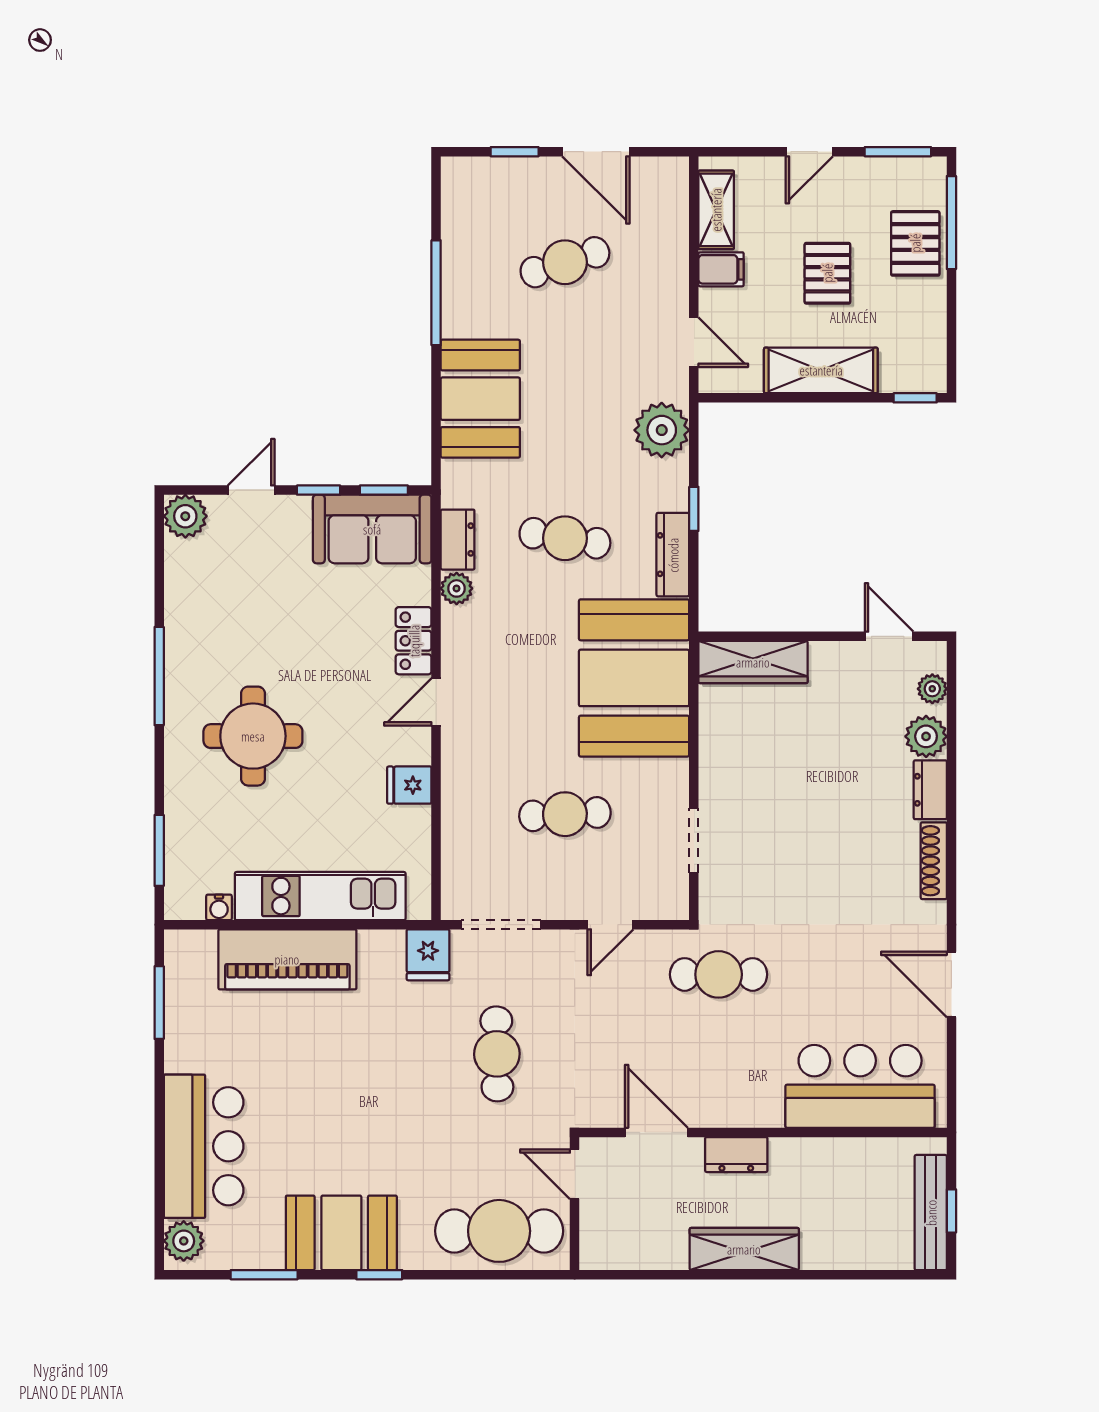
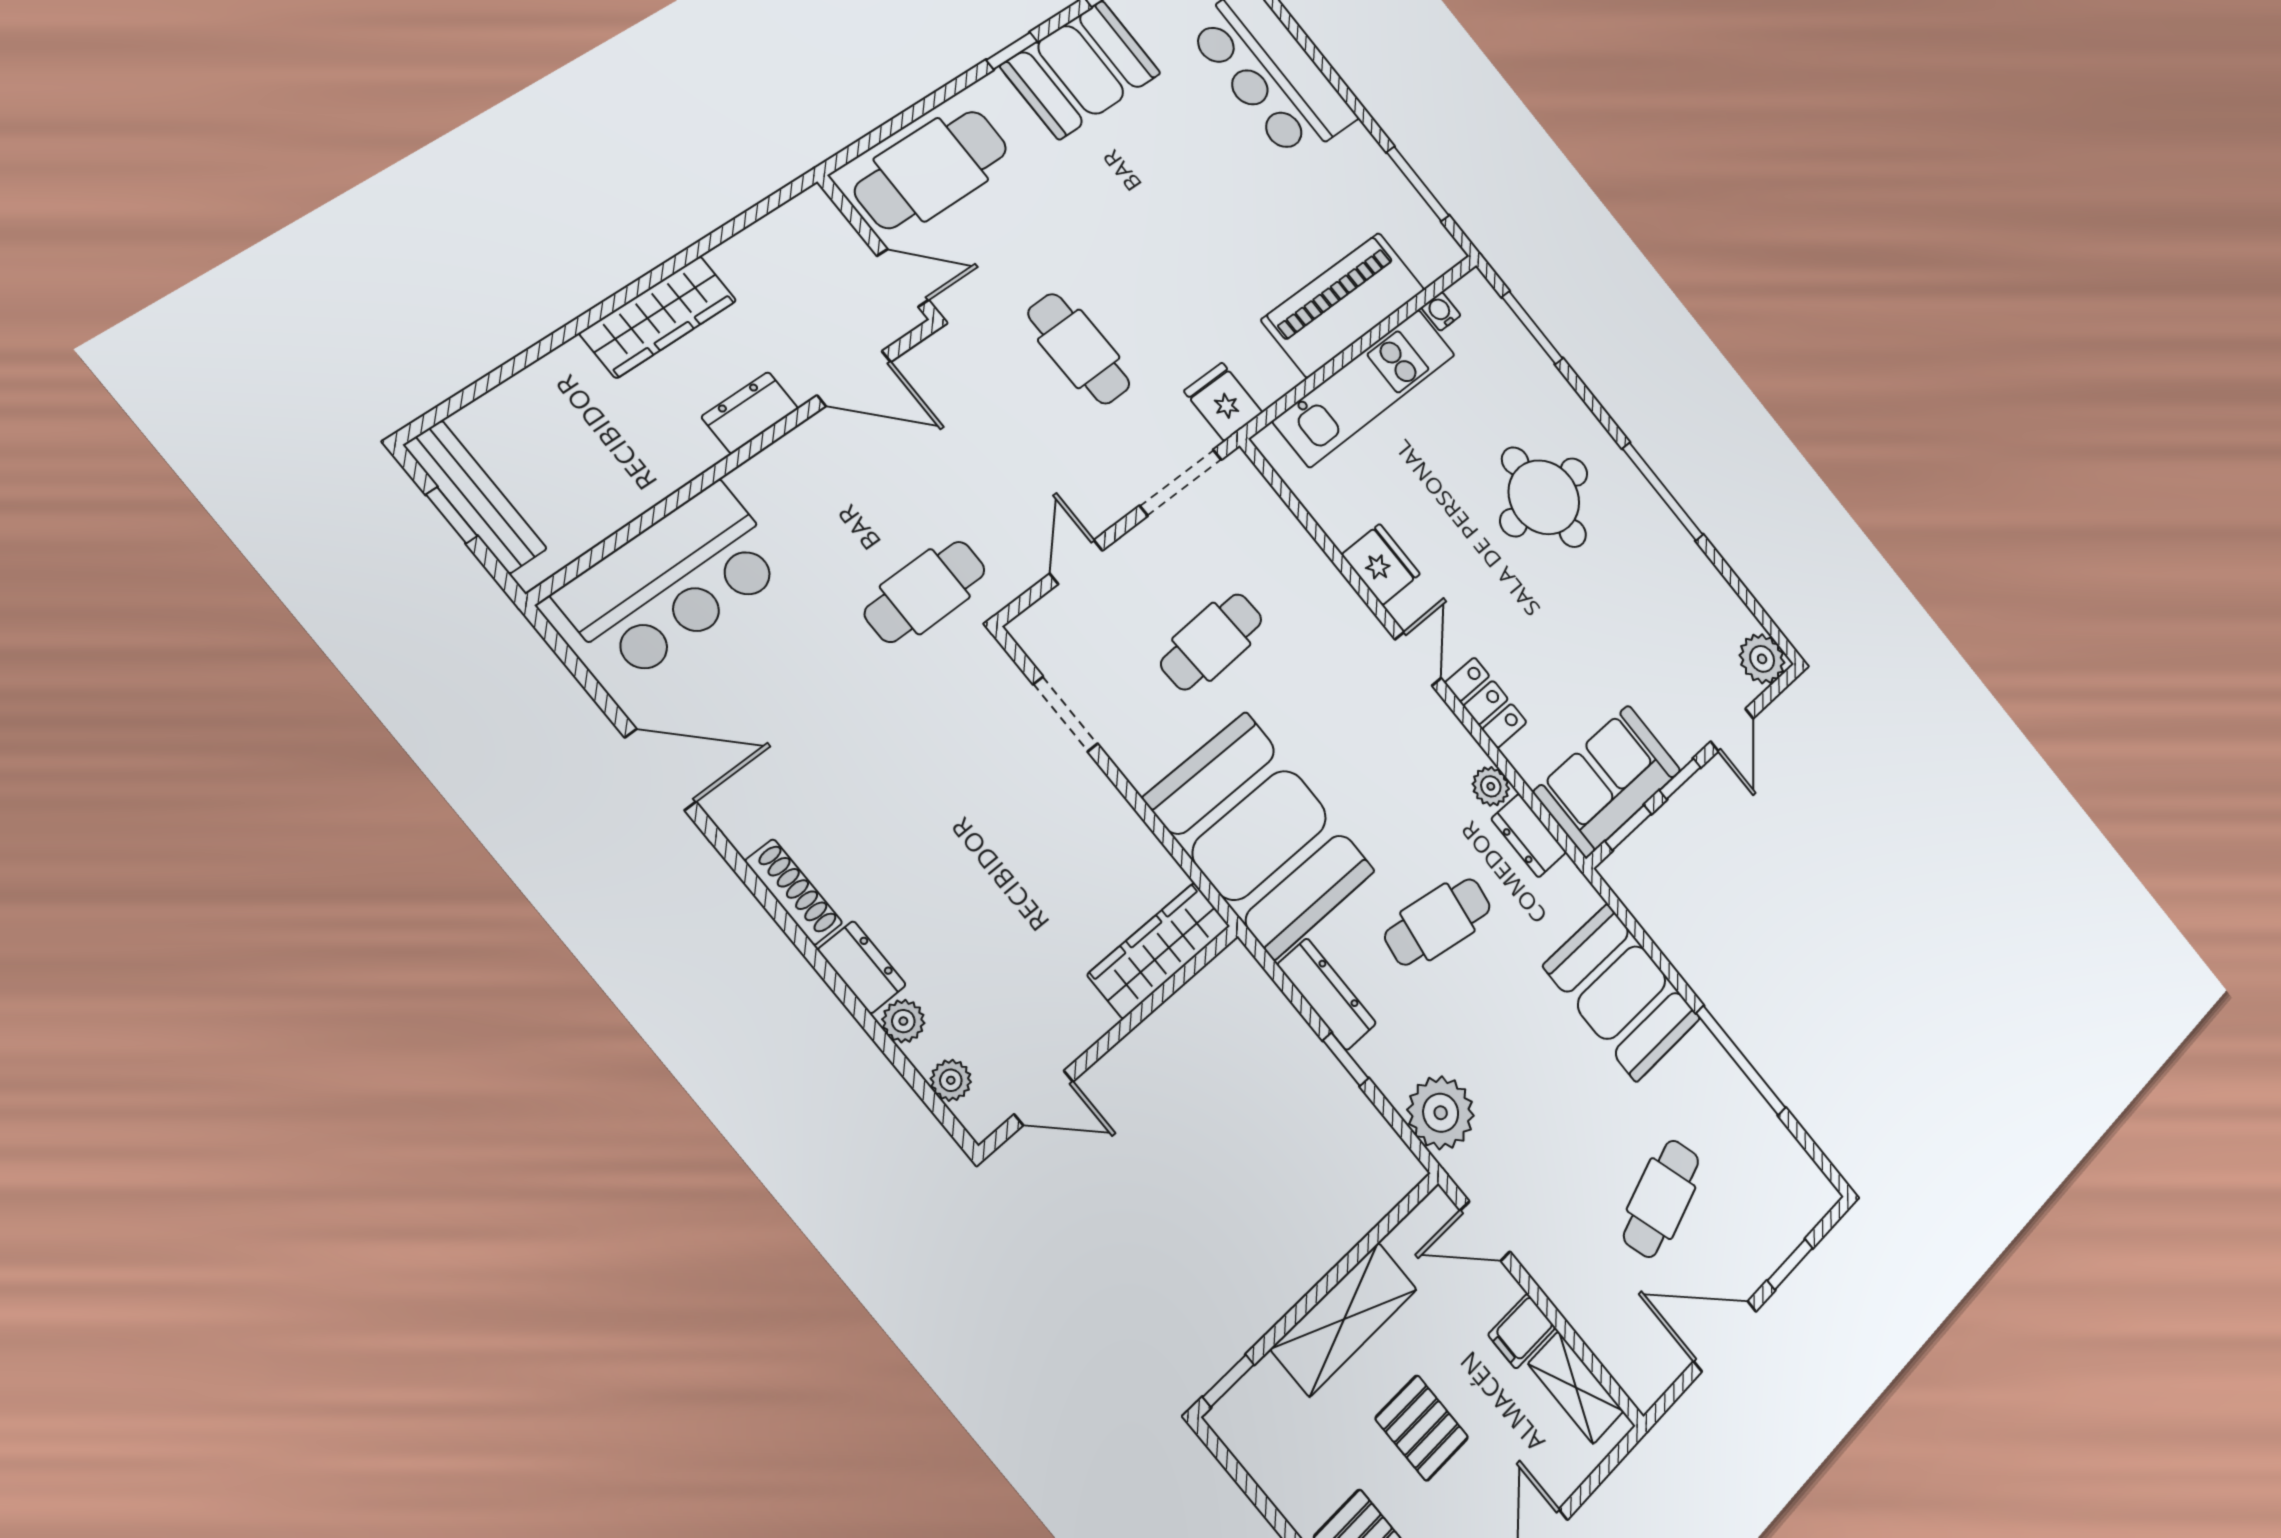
plant: (926, 736) -> (903, 1021), width x0.73, depth x0.73
fridge: (409, 785) -> (1381, 564), width x1.38

